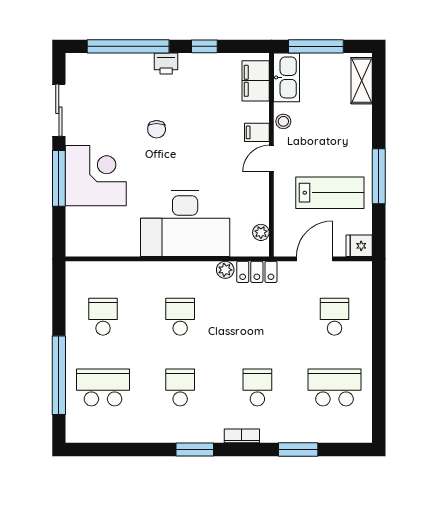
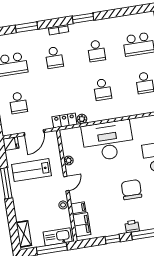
kitchen sink: (286, 77) -> (58, 237), moved, turned 90
chair: (157, 129) -> (132, 190), width x1.87, depth x1.87
filing cabinet: (257, 132) -> (78, 208), moved
plant: (261, 232) -> (69, 160), moved

